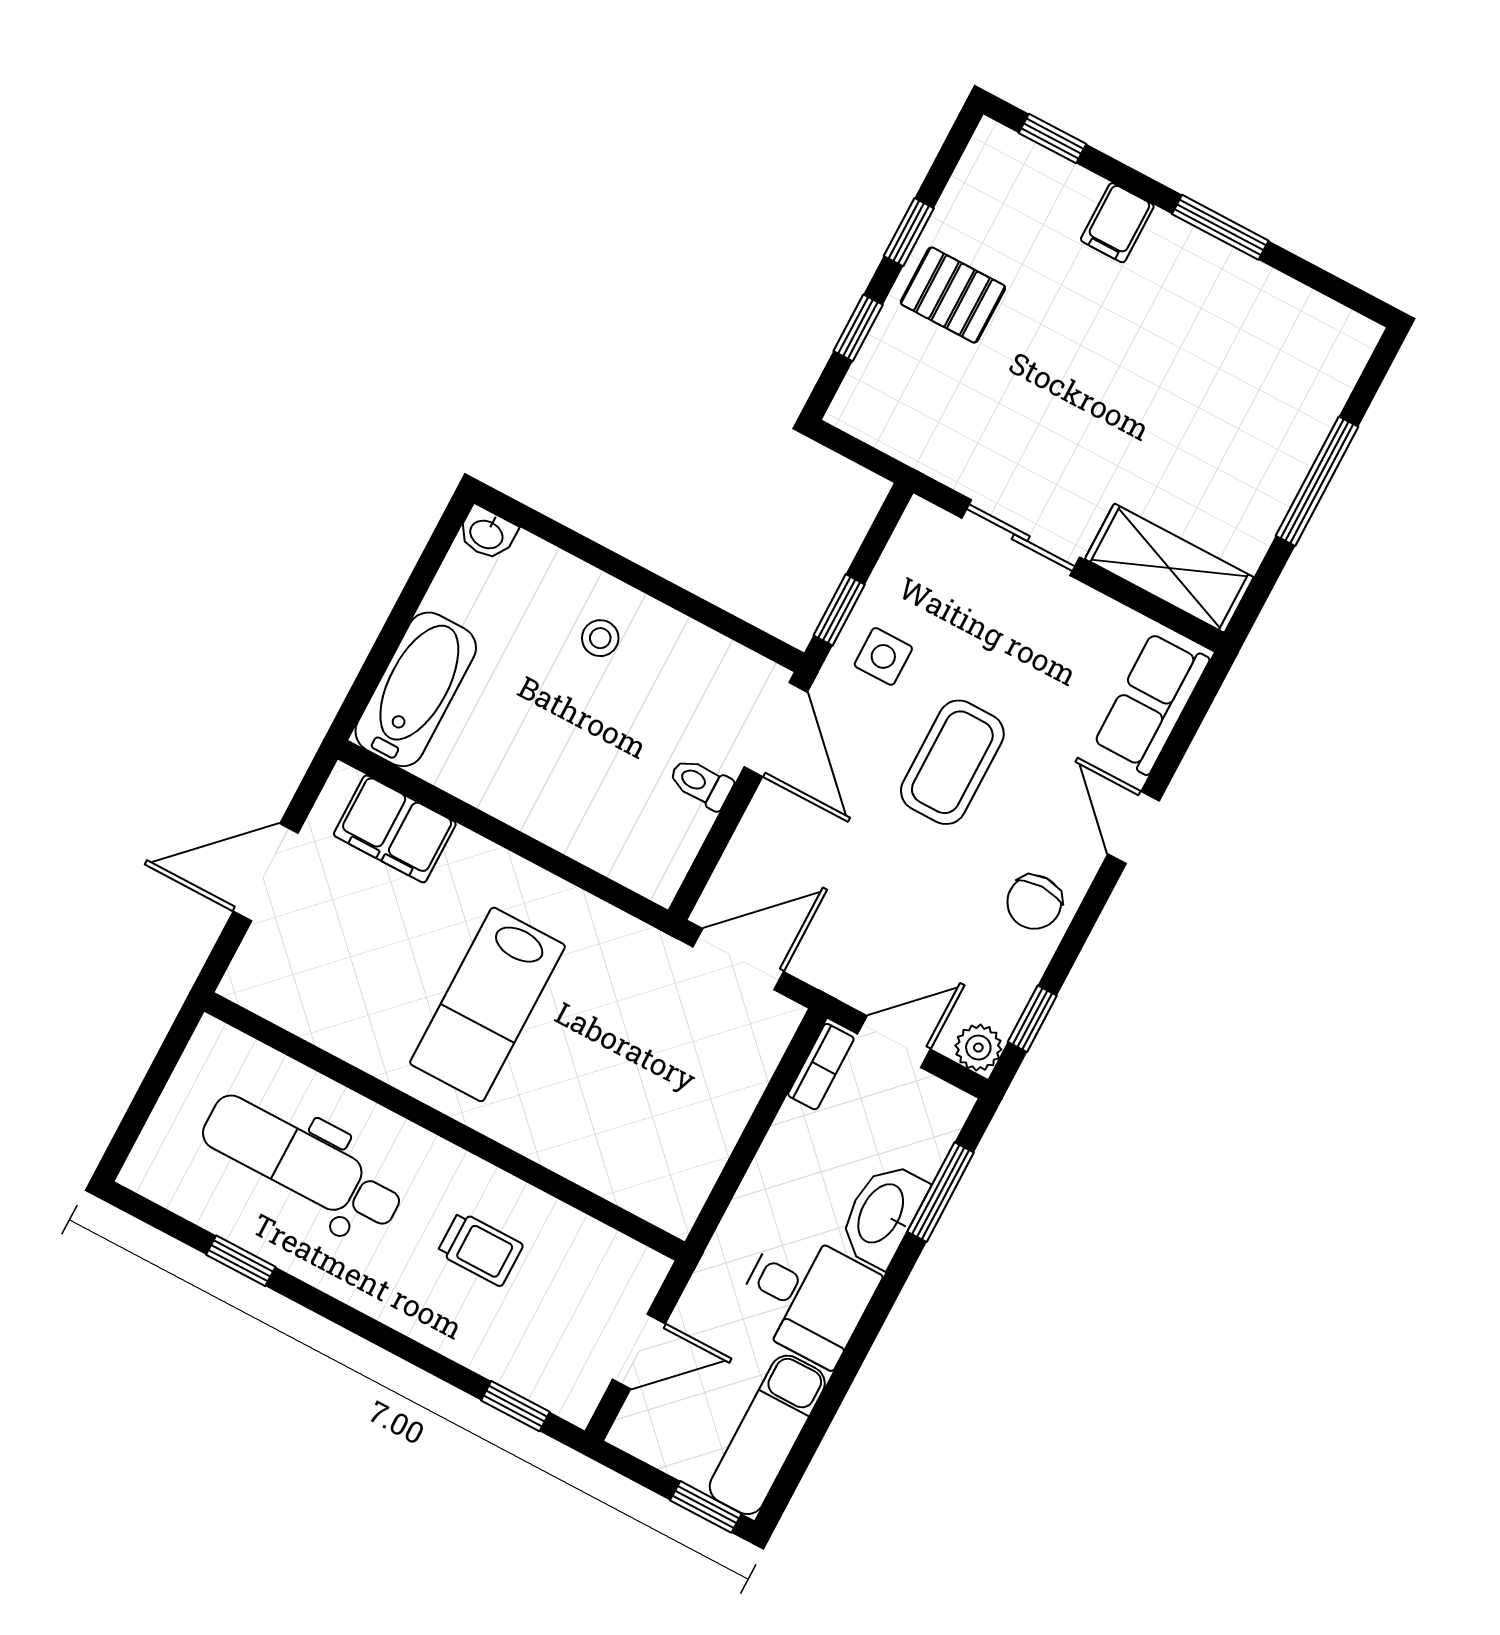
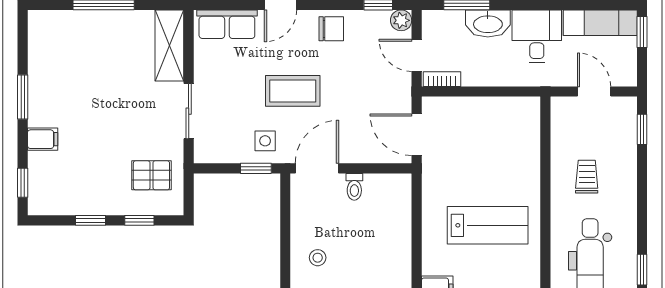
pallet: (953, 295) -> (151, 175), moved, turned 90

